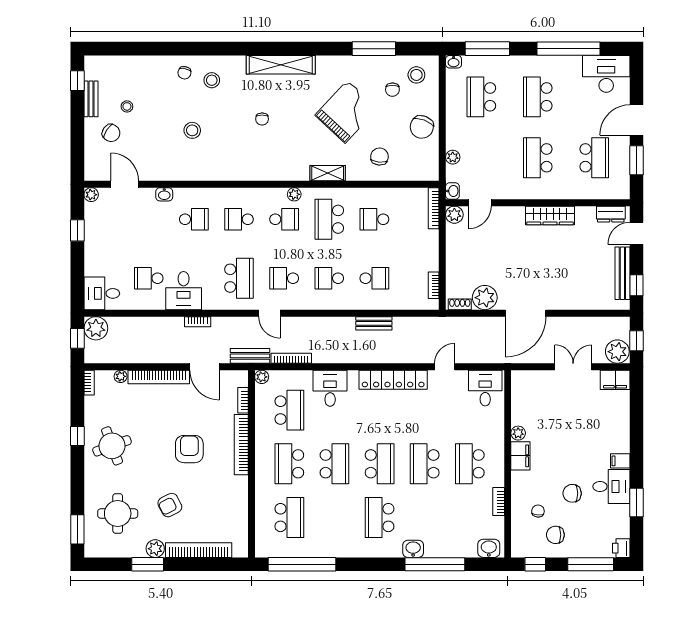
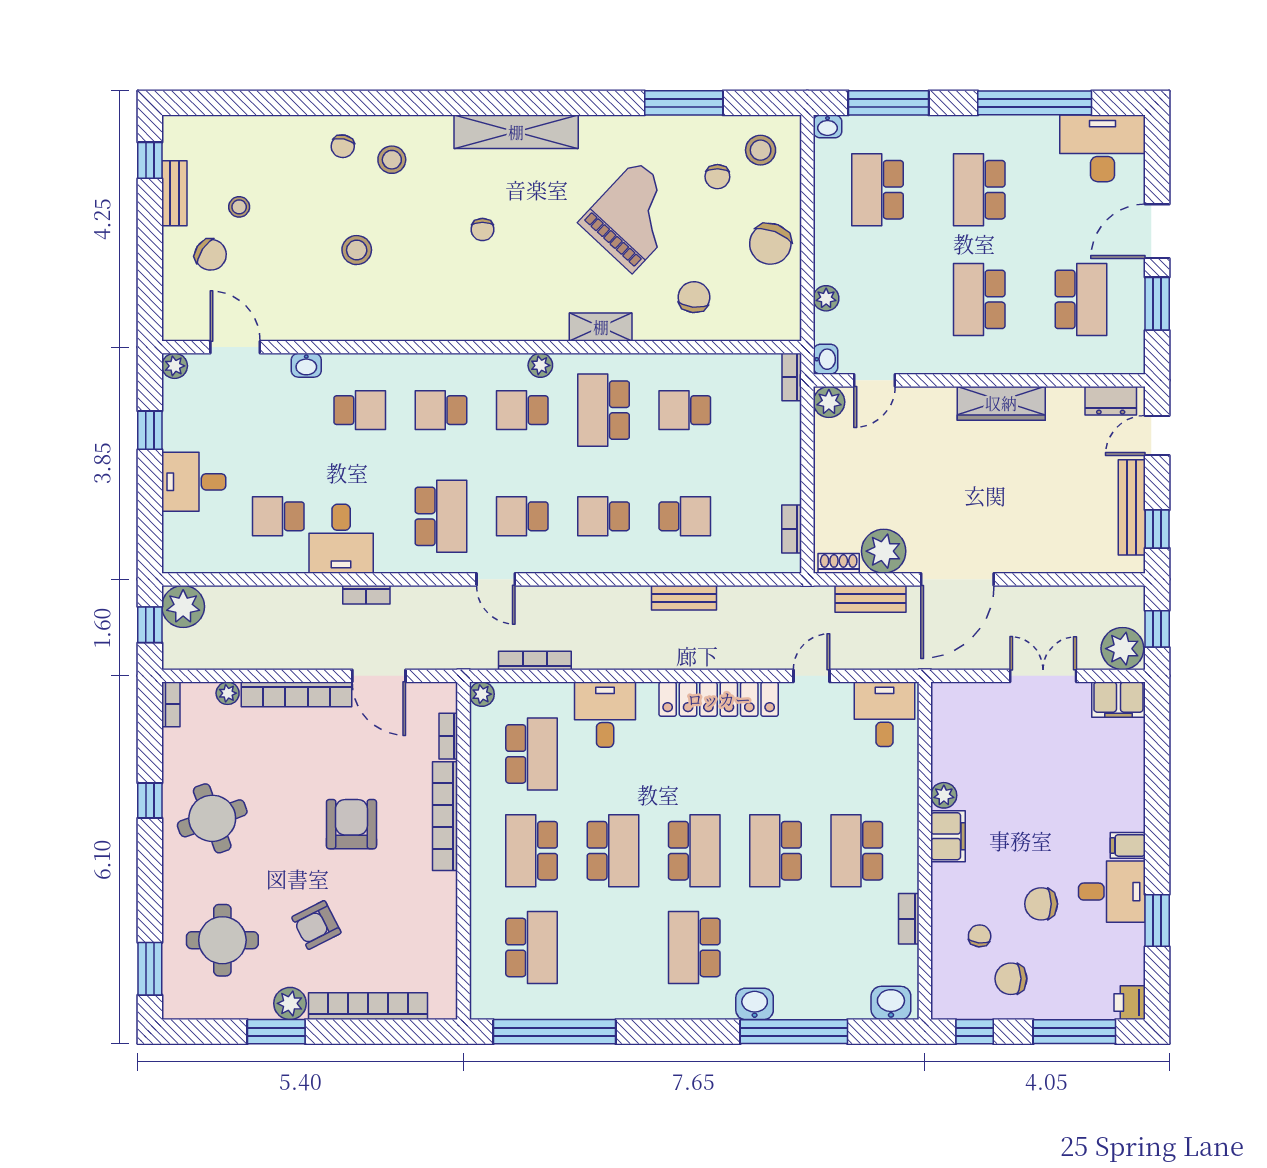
bookcase: (434, 208) -> (792, 377), width x0.64
school desk: (284, 219) -> (522, 410), turned 180
desk: (102, 293) -> (194, 482), moved
bench: (250, 356) -> (870, 599), moved

